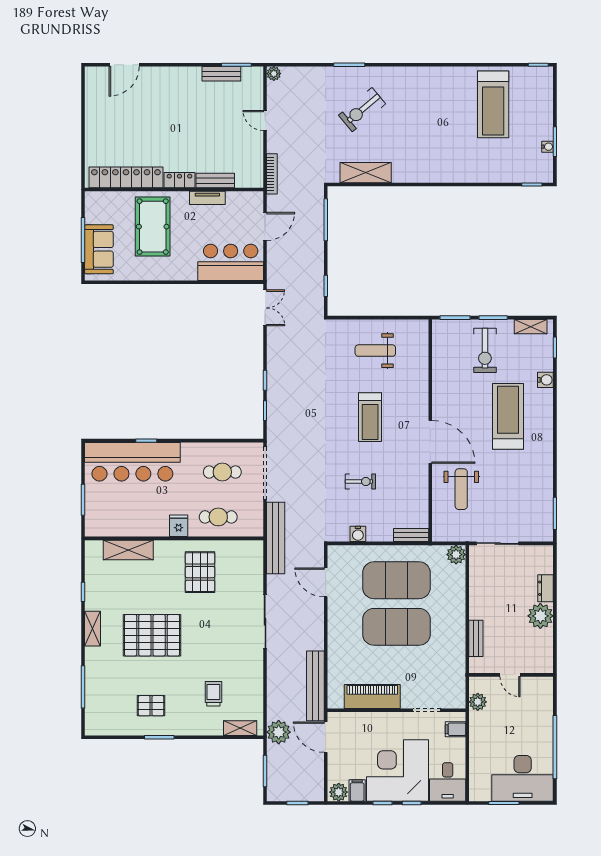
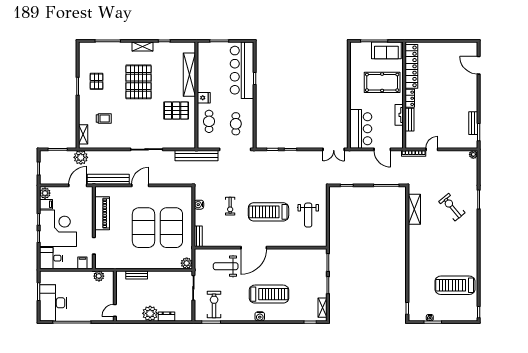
door: (265, 120) -> (432, 149), moved
sofa: (99, 249) -> (386, 50), moved
exercise bike: (485, 350) -> (214, 305), moved, turned 90
weight bench: (375, 351) -> (308, 215), turned 180
water cooler: (545, 380) -> (260, 316), moved
treadmill: (370, 417) -> (268, 212), width x1.37, depth x1.38
shelving: (128, 550) -> (189, 75), width x1.47
door: (326, 582) -> (140, 185), moved
door: (510, 675) -> (115, 310), moved

